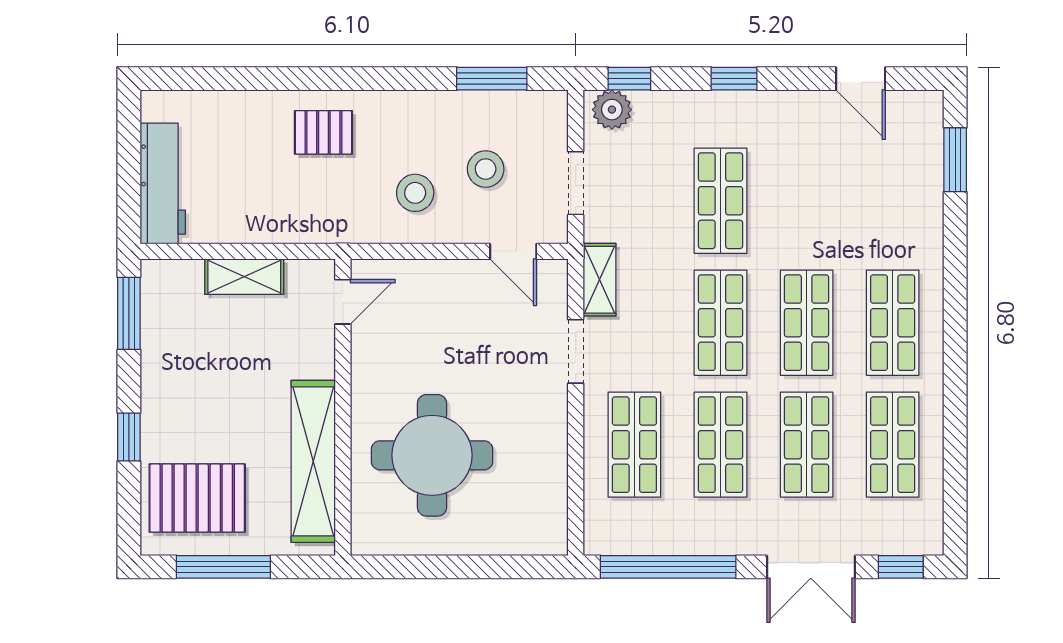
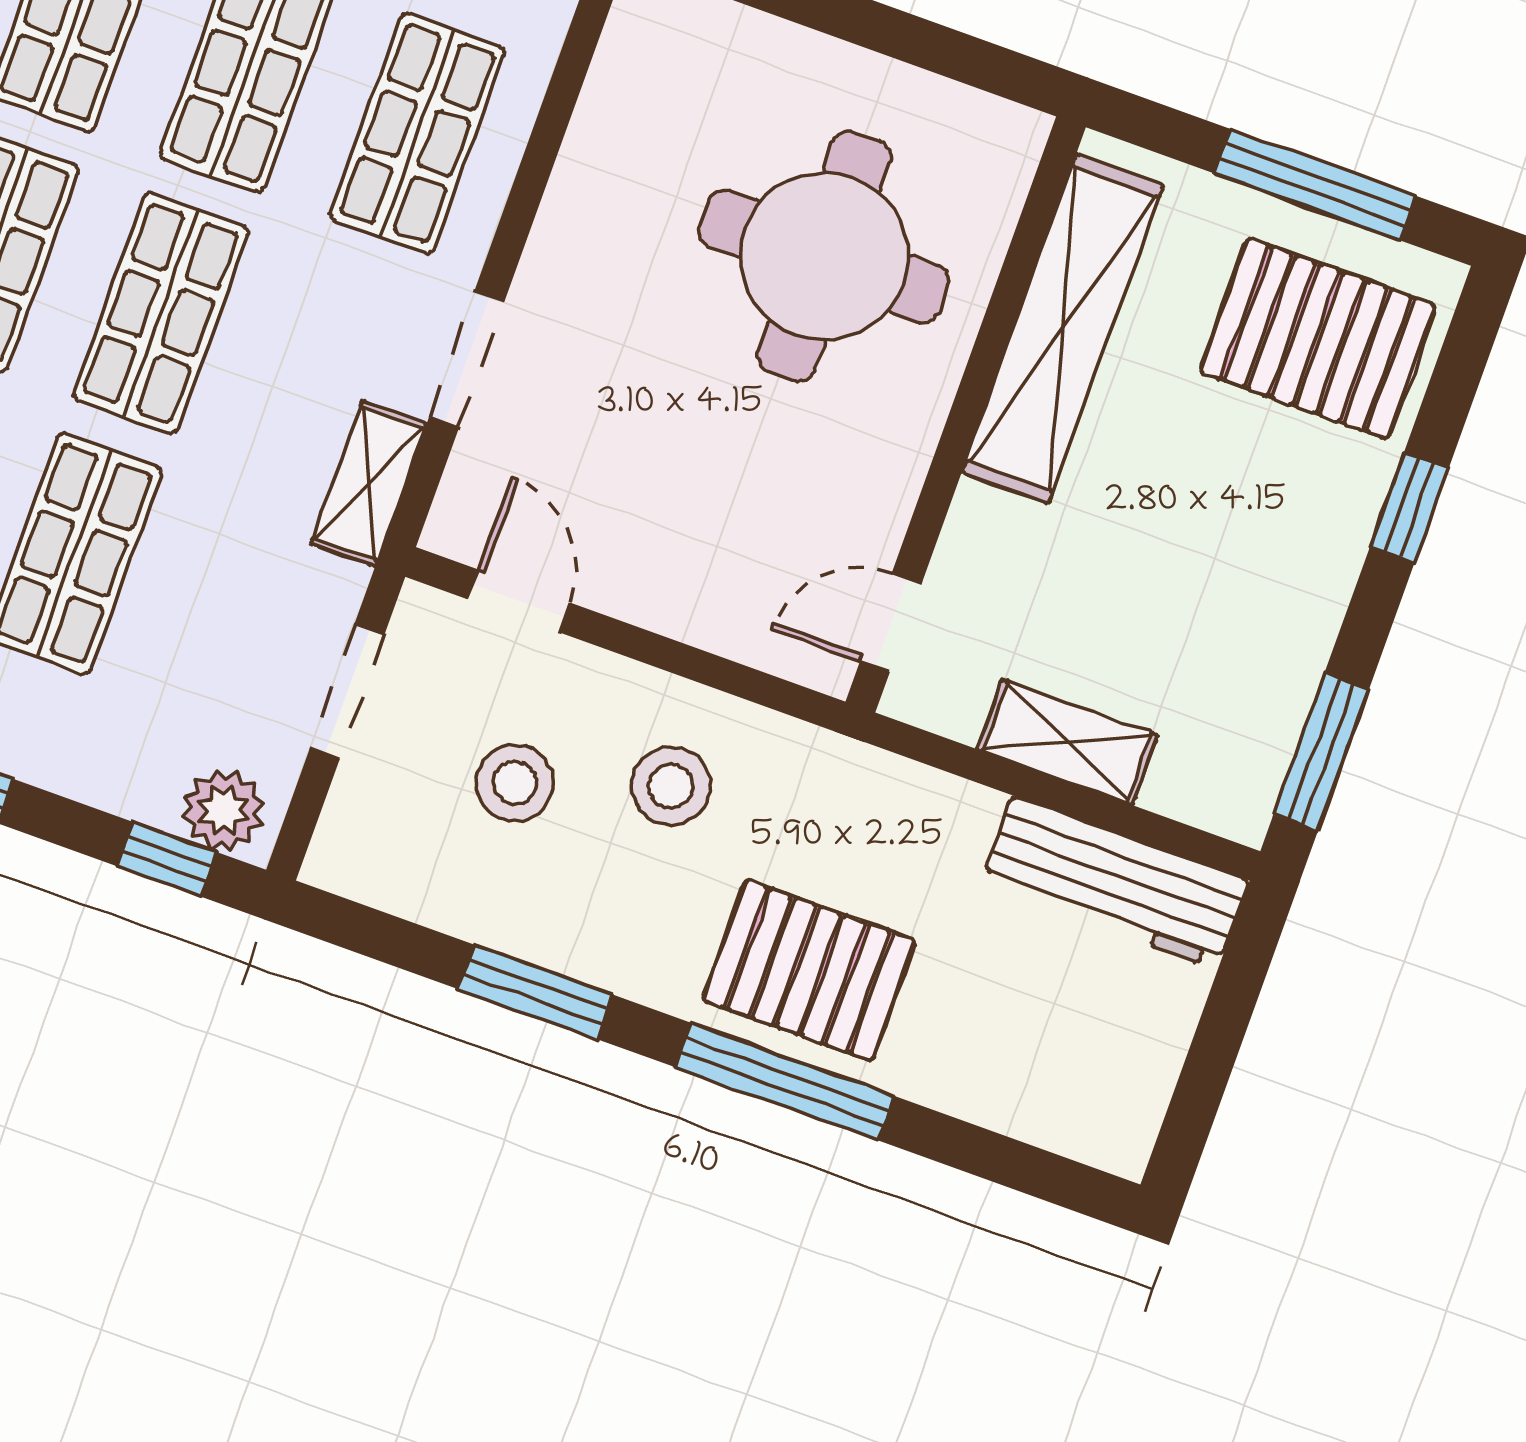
window: (316, 79) -> (785, 1082), added
window: (492, 79) -> (535, 992), moved
pallet: (323, 132) -> (809, 970), width x1.50, depth x1.42
workbench: (163, 183) -> (1115, 883), moved, turned -90

